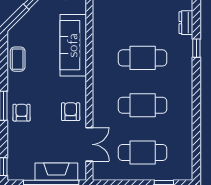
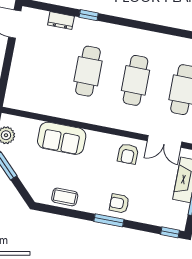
sofa: (73, 45) -> (62, 138), width x0.73
armchair: (71, 112) -> (128, 154), turned -90
double door: (89, 144) -> (164, 141), swing flipped

